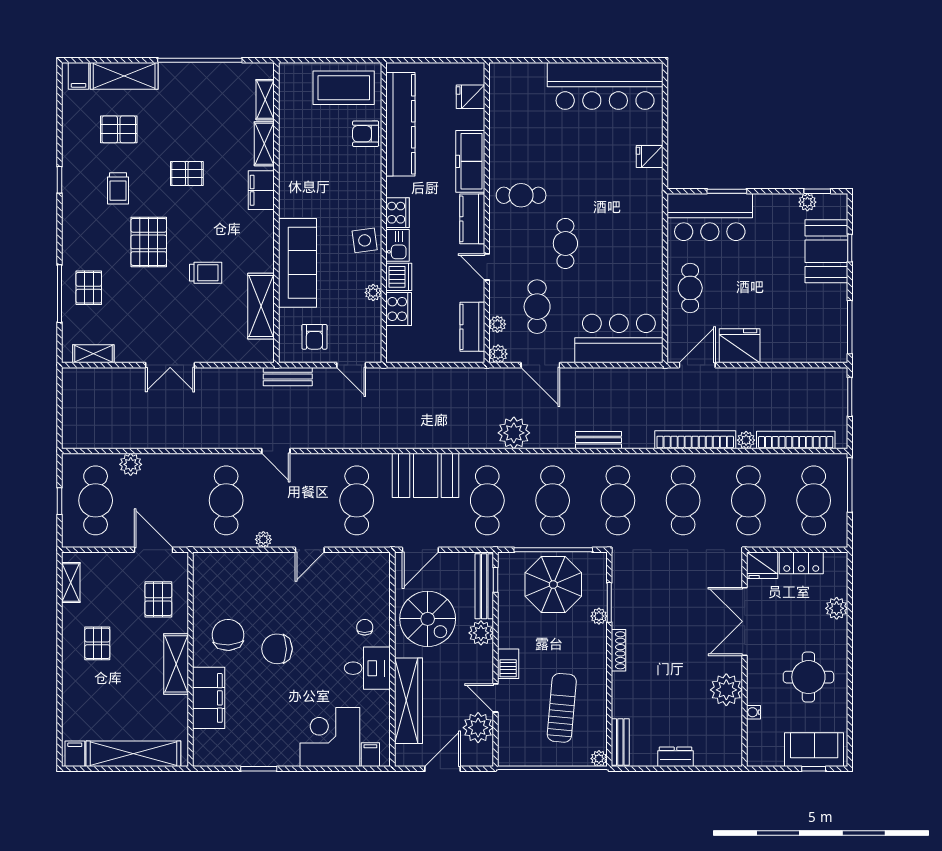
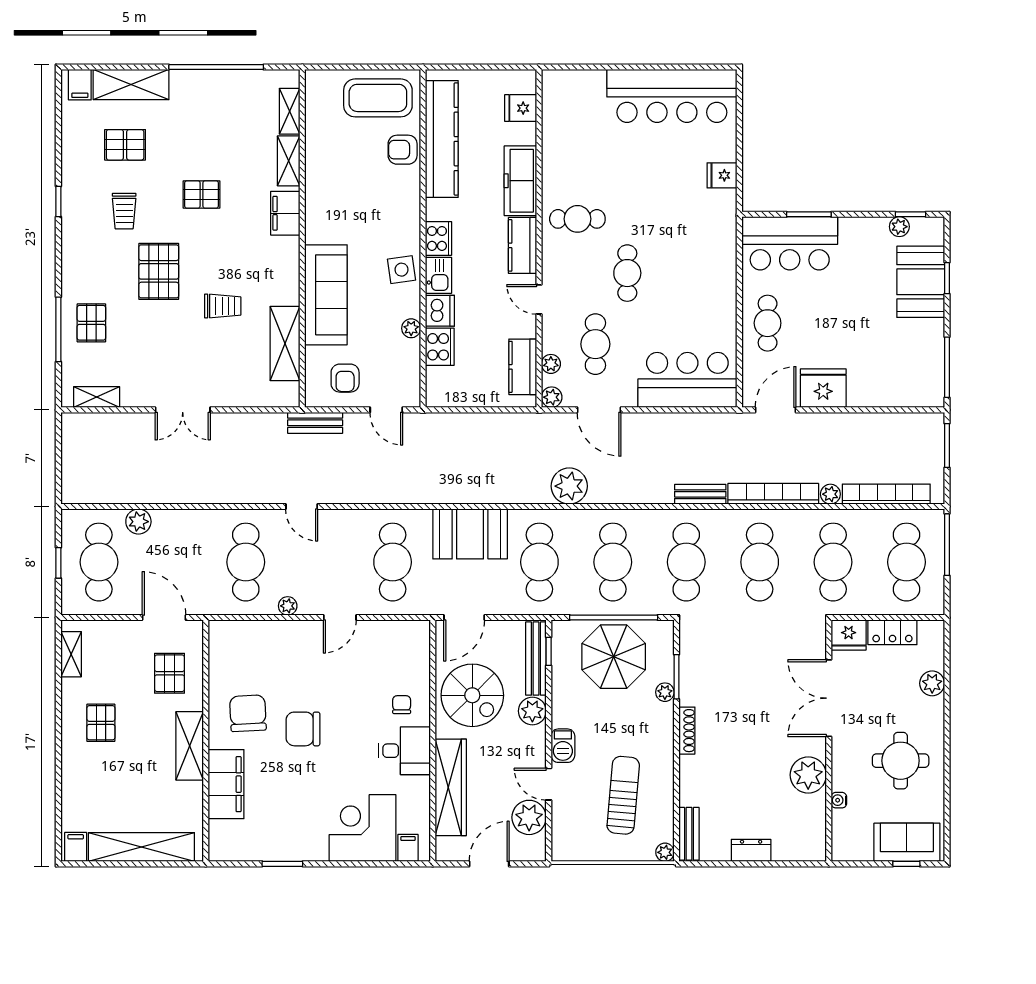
bench: (598, 440) -> (700, 494), moved

